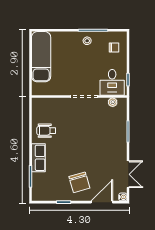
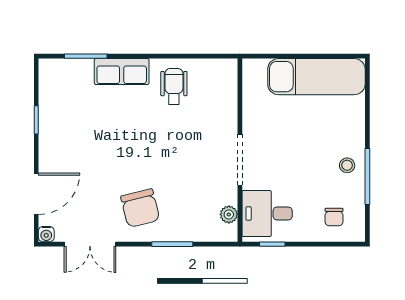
chair: (79, 182) -> (140, 208), moved, turned -88
door: (102, 202) -> (36, 194), hinge flipped

